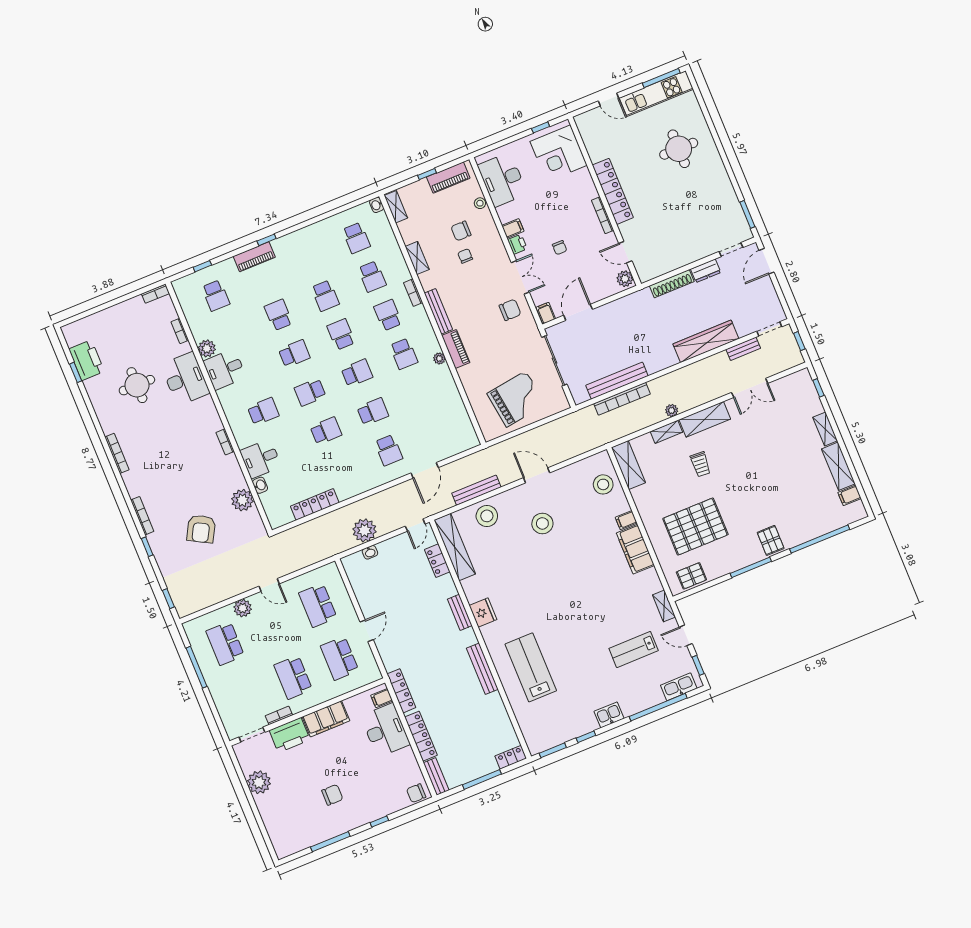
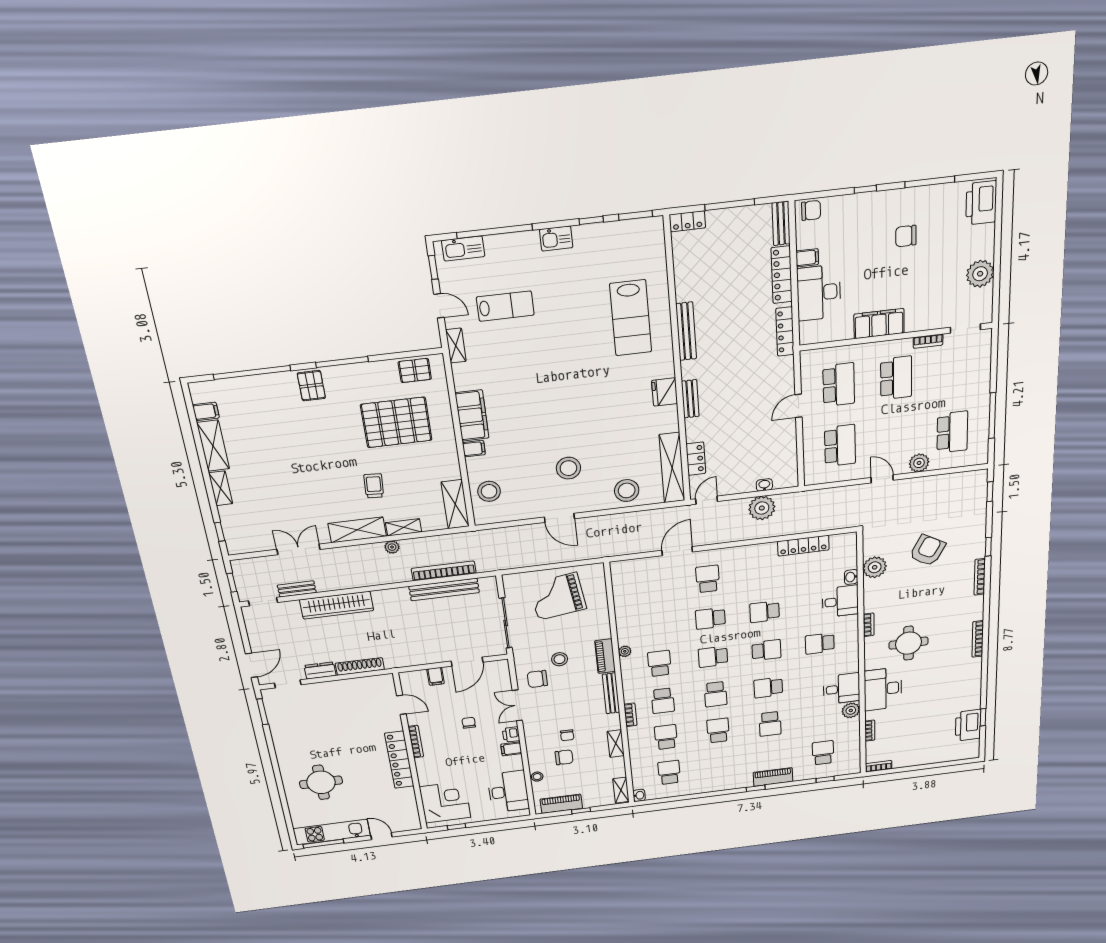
plant: (625, 279) -> (409, 681), removed
filing cabinet: (546, 313) -> (436, 676), moved
stool: (496, 336) -> (560, 659), added
round table: (137, 385) -> (909, 643), moved
bench: (476, 490) -> (629, 519), removed
filing cabinet: (382, 698) -> (807, 258), moved
printer: (290, 735) -> (981, 203), moved, turned -90

